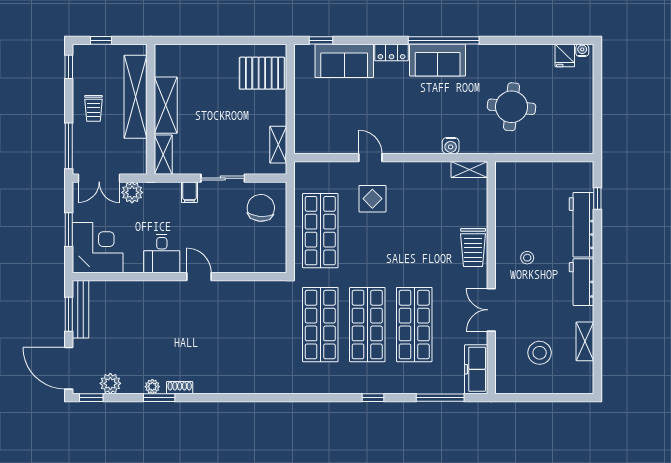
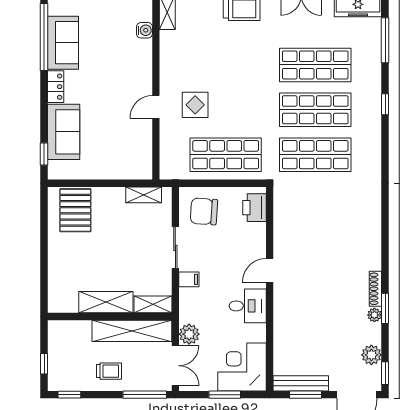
shelving: (136, 97) -> (132, 331), moved
printer: (265, 261) -> (254, 208), added
shoe rack: (180, 388) -> (375, 289), width x1.43

